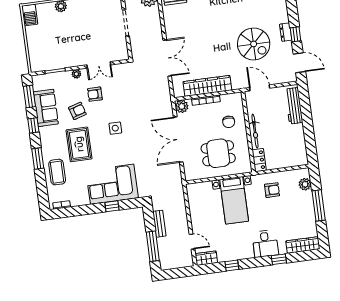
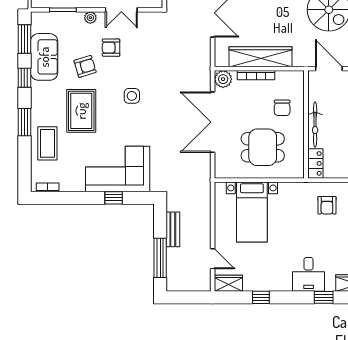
armchair: (272, 190) -> (327, 205), turned 90
bed with nightstands: (234, 200) -> (252, 212), moved

